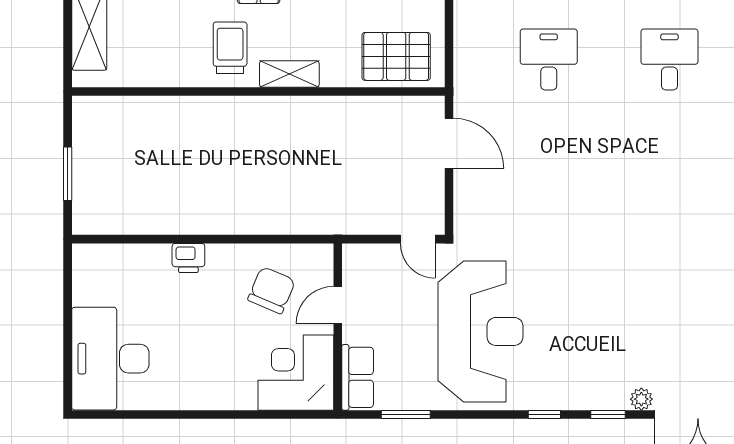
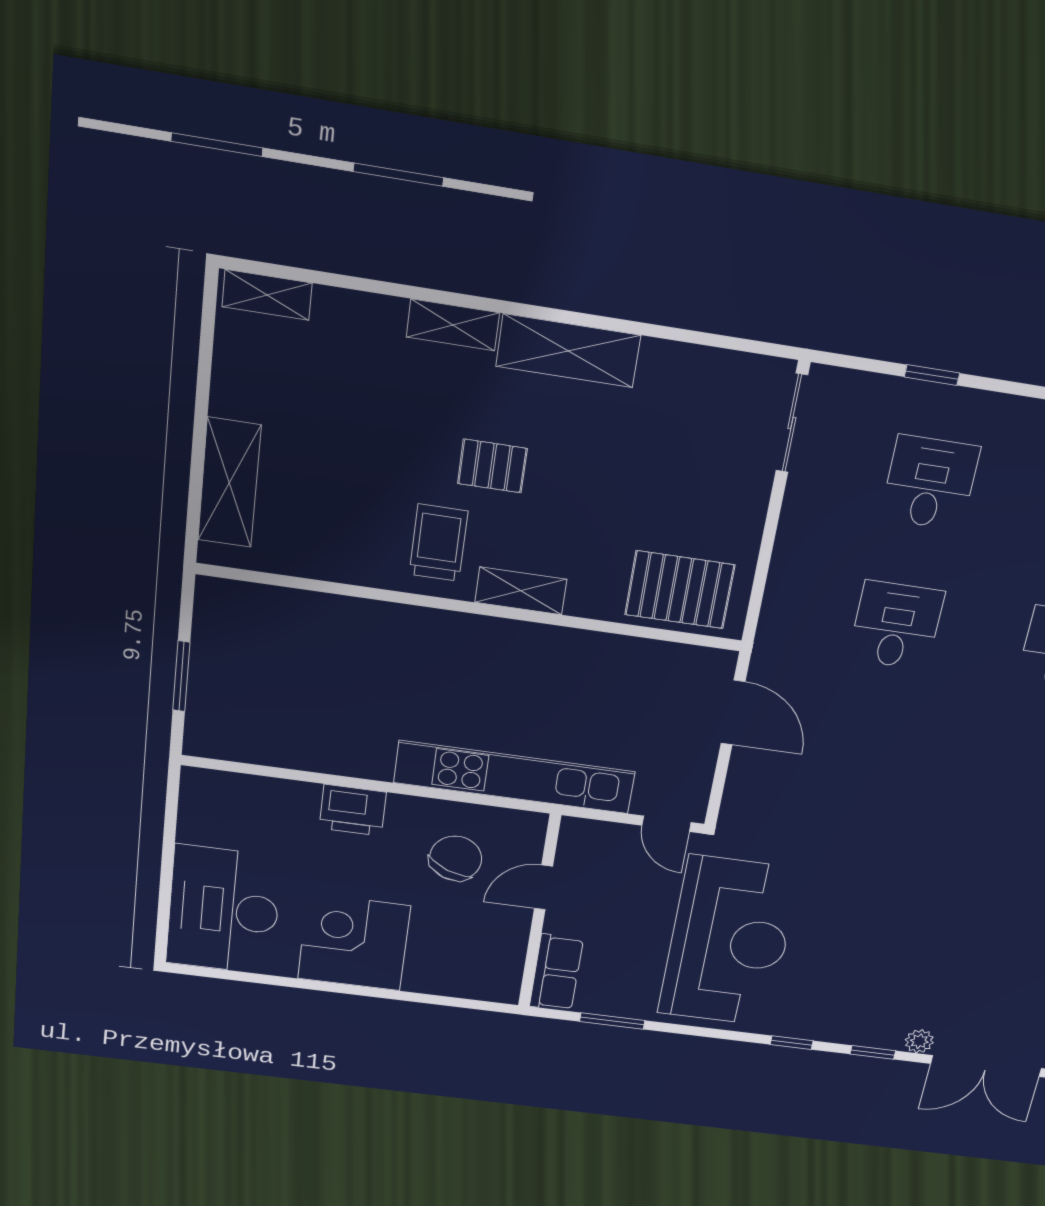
kitchen unit: (305, 218) -> (514, 777), added
printer: (188, 258) -> (353, 810), width x1.36, depth x1.24
corner desk: (296, 373) -> (354, 942), moved

